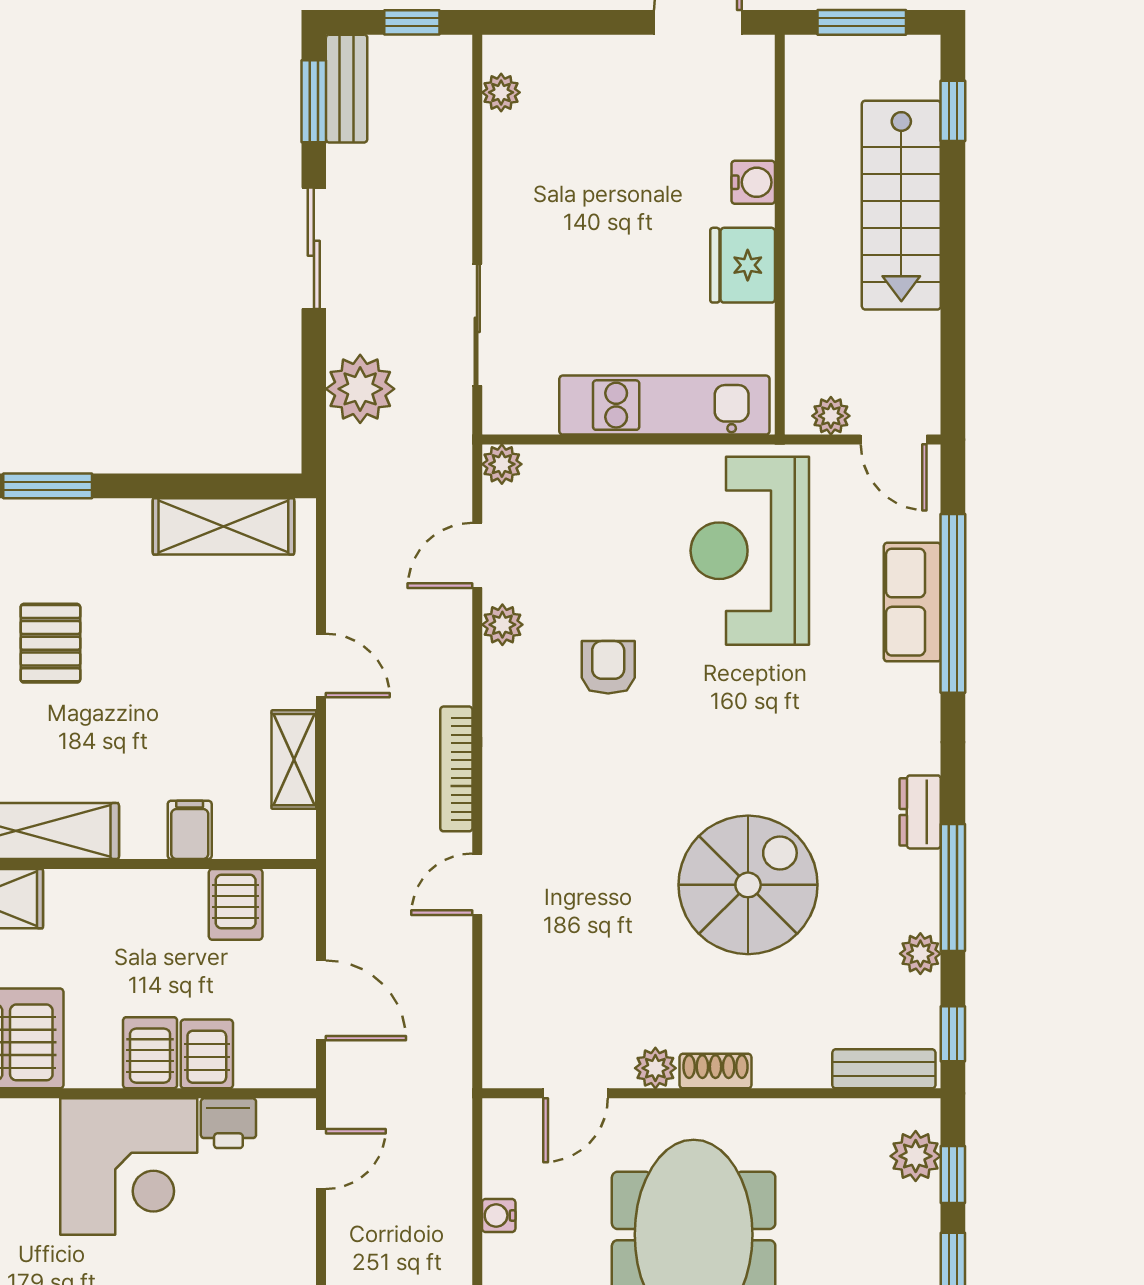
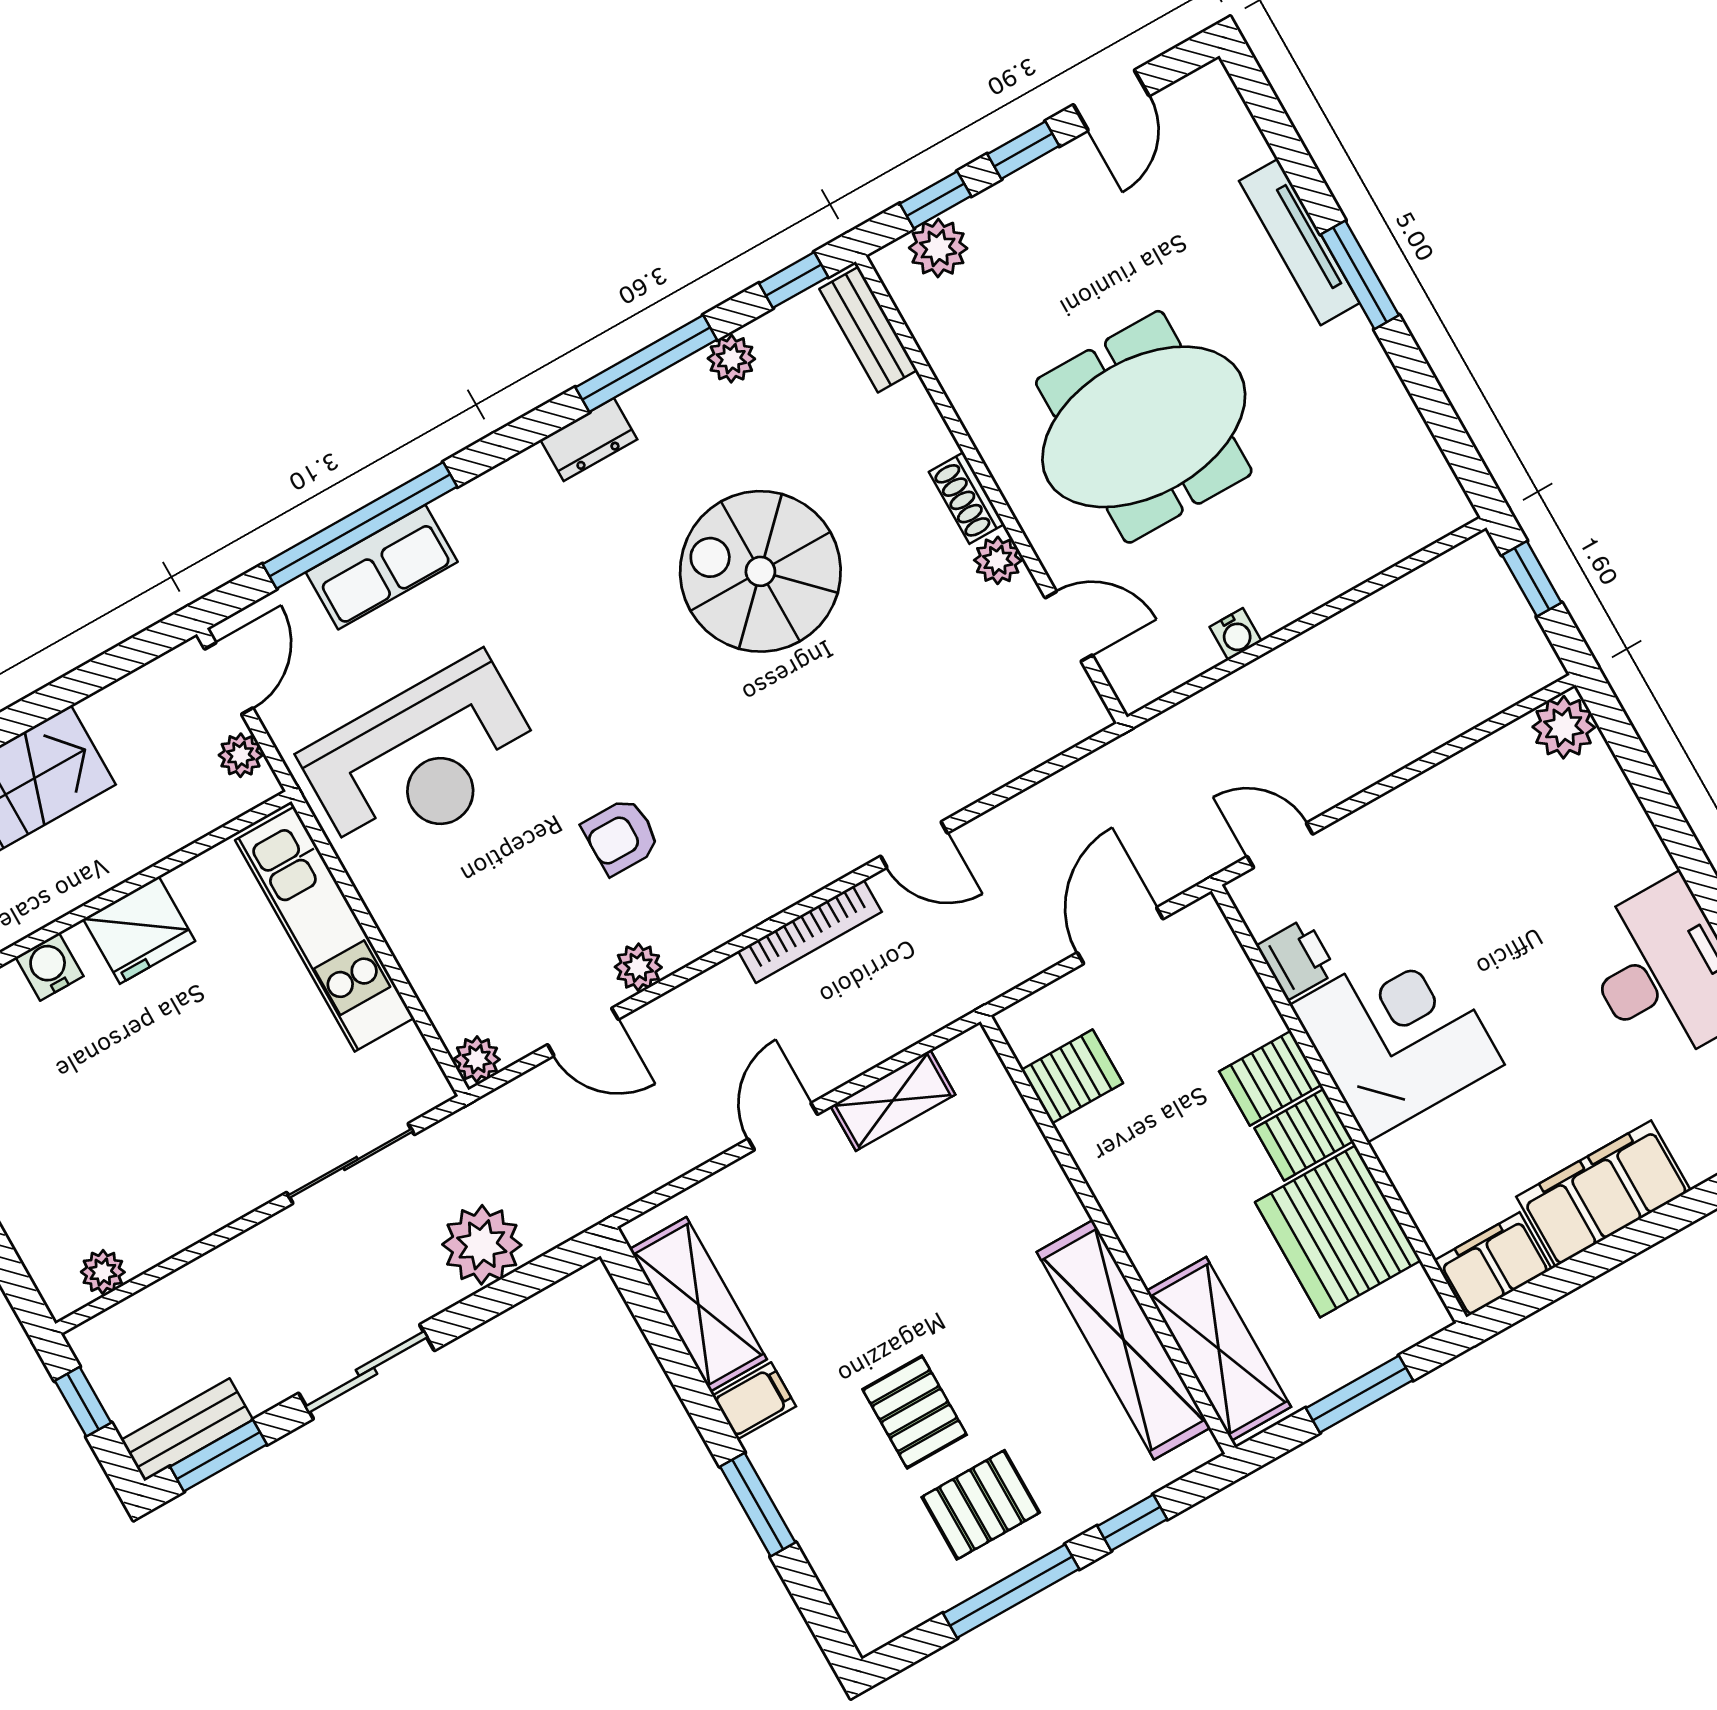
pallet: (50, 643) -> (915, 1412), turned 90
filing cabinet: (190, 830) -> (754, 1401), moved, turned 180
server rack: (207, 1054) -> (1304, 1135), moved

